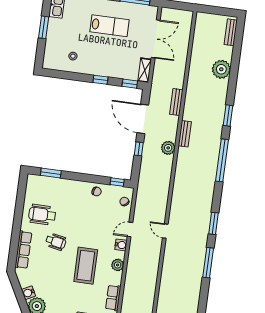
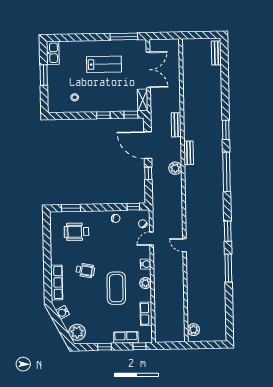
plant: (221, 69) -> (213, 88), removed
wheelchair: (42, 215) -> (76, 232), moved
door: (130, 229) -> (152, 239), moved
water cooler: (29, 293) -> (63, 312), moved

